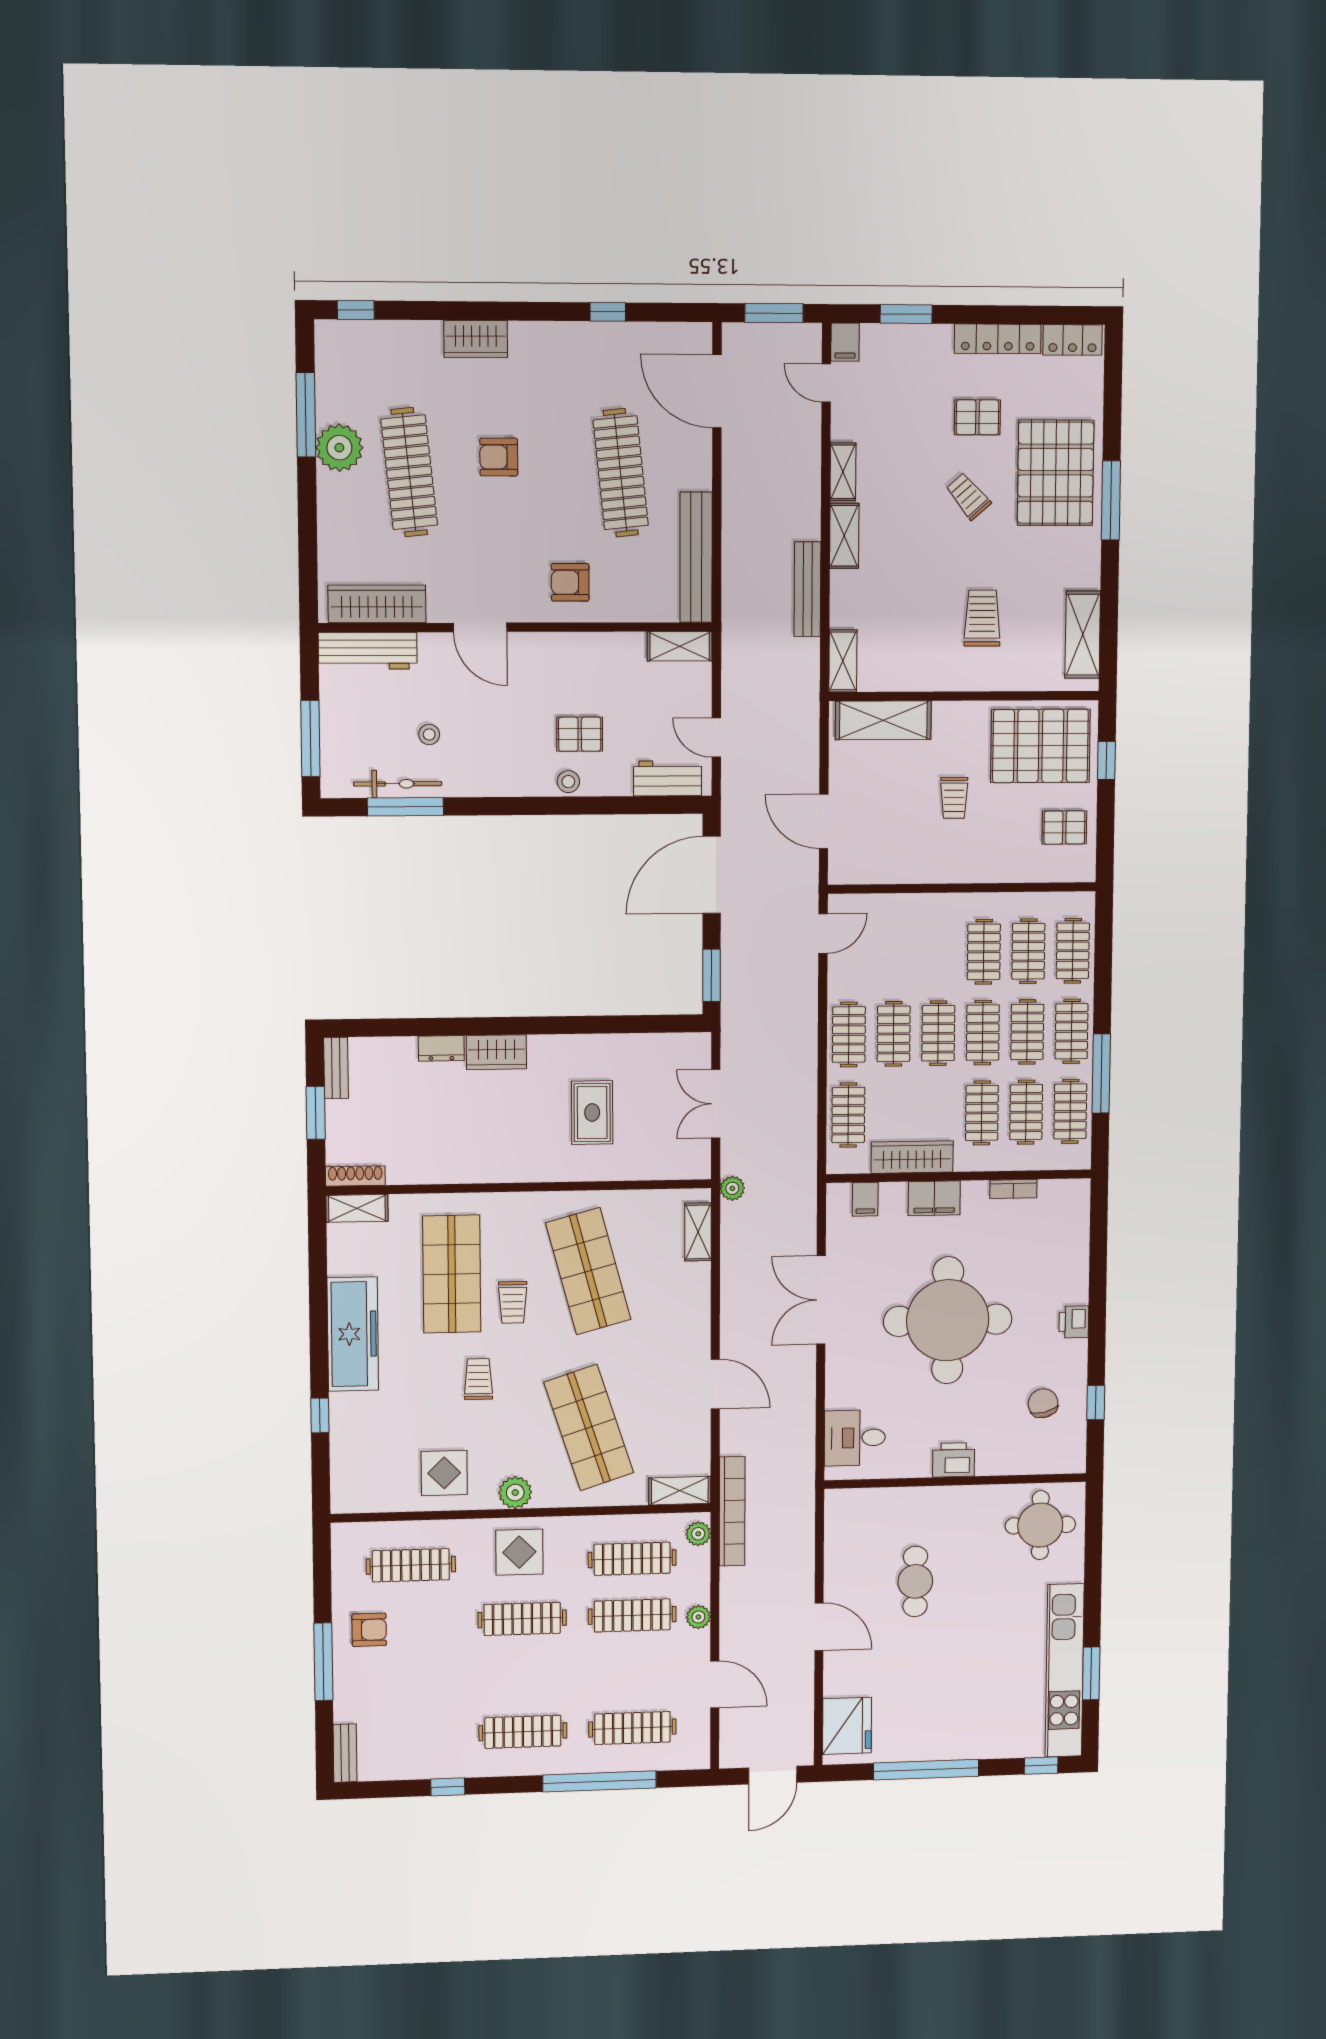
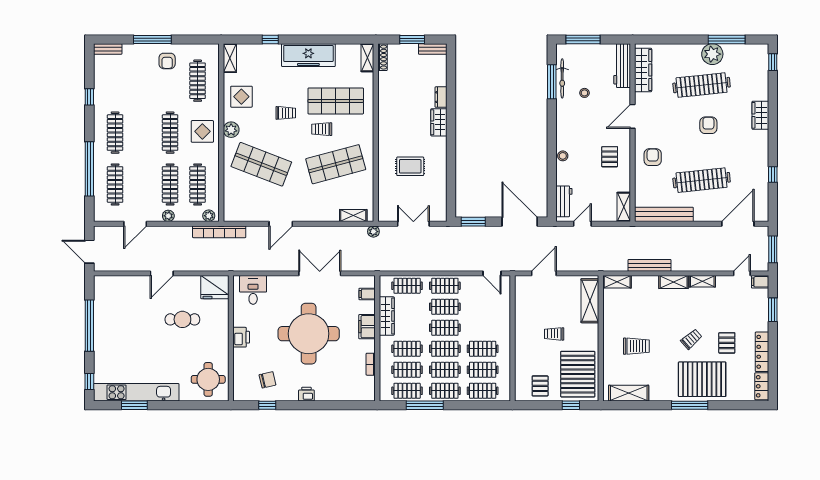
pallet: (580, 734) -> (610, 157), moved
shop shelf: (589, 1428) -> (261, 164), turned 39
shelving: (680, 1491) -> (230, 58), moved
fridge: (847, 1726) -> (215, 287), moved

